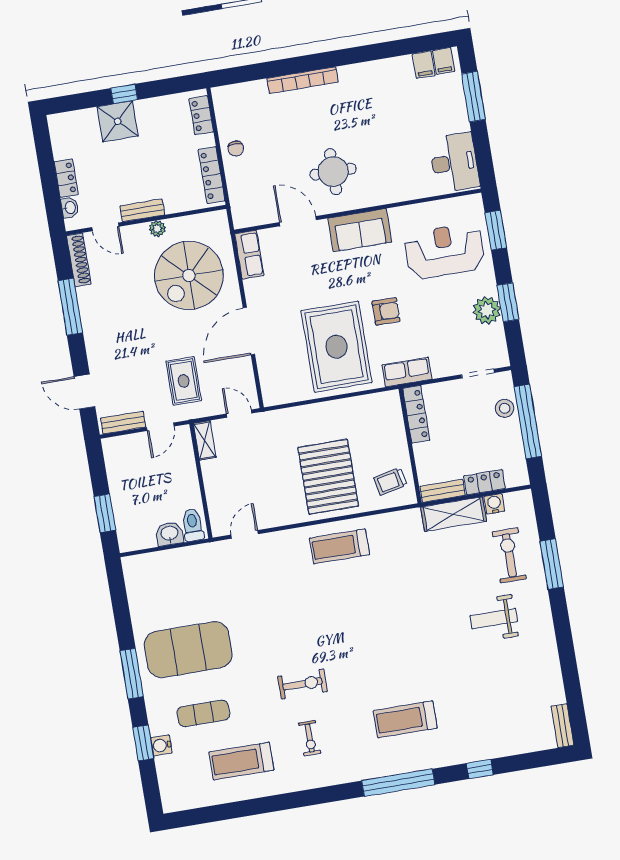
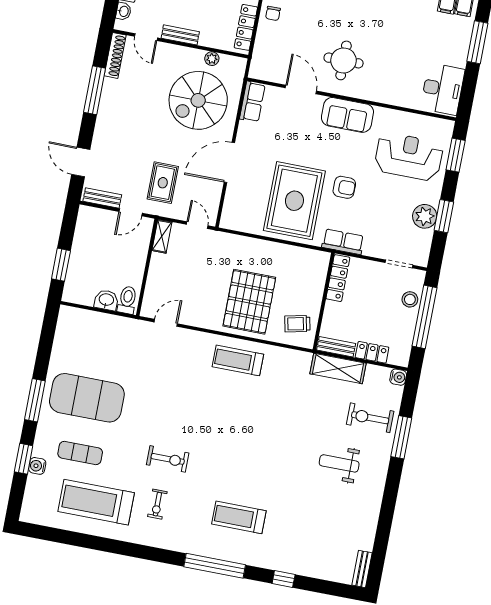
plant: (157, 229) -> (212, 59), moved
water cooler: (494, 504) -> (398, 377), moved, turned 90
exercise bike: (509, 555) -> (370, 418), turned -90
treadmill: (241, 761) -> (96, 502), width x1.37, depth x1.38

